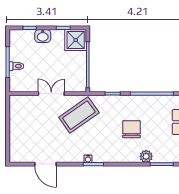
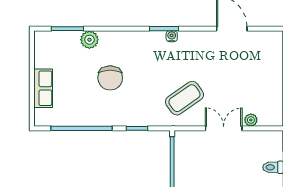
double door: (51, 94) -> (224, 128), swing flipped
plant: (32, 100) -> (251, 120), added
coffee table: (79, 115) -> (184, 98), width x0.73, depth x0.76

